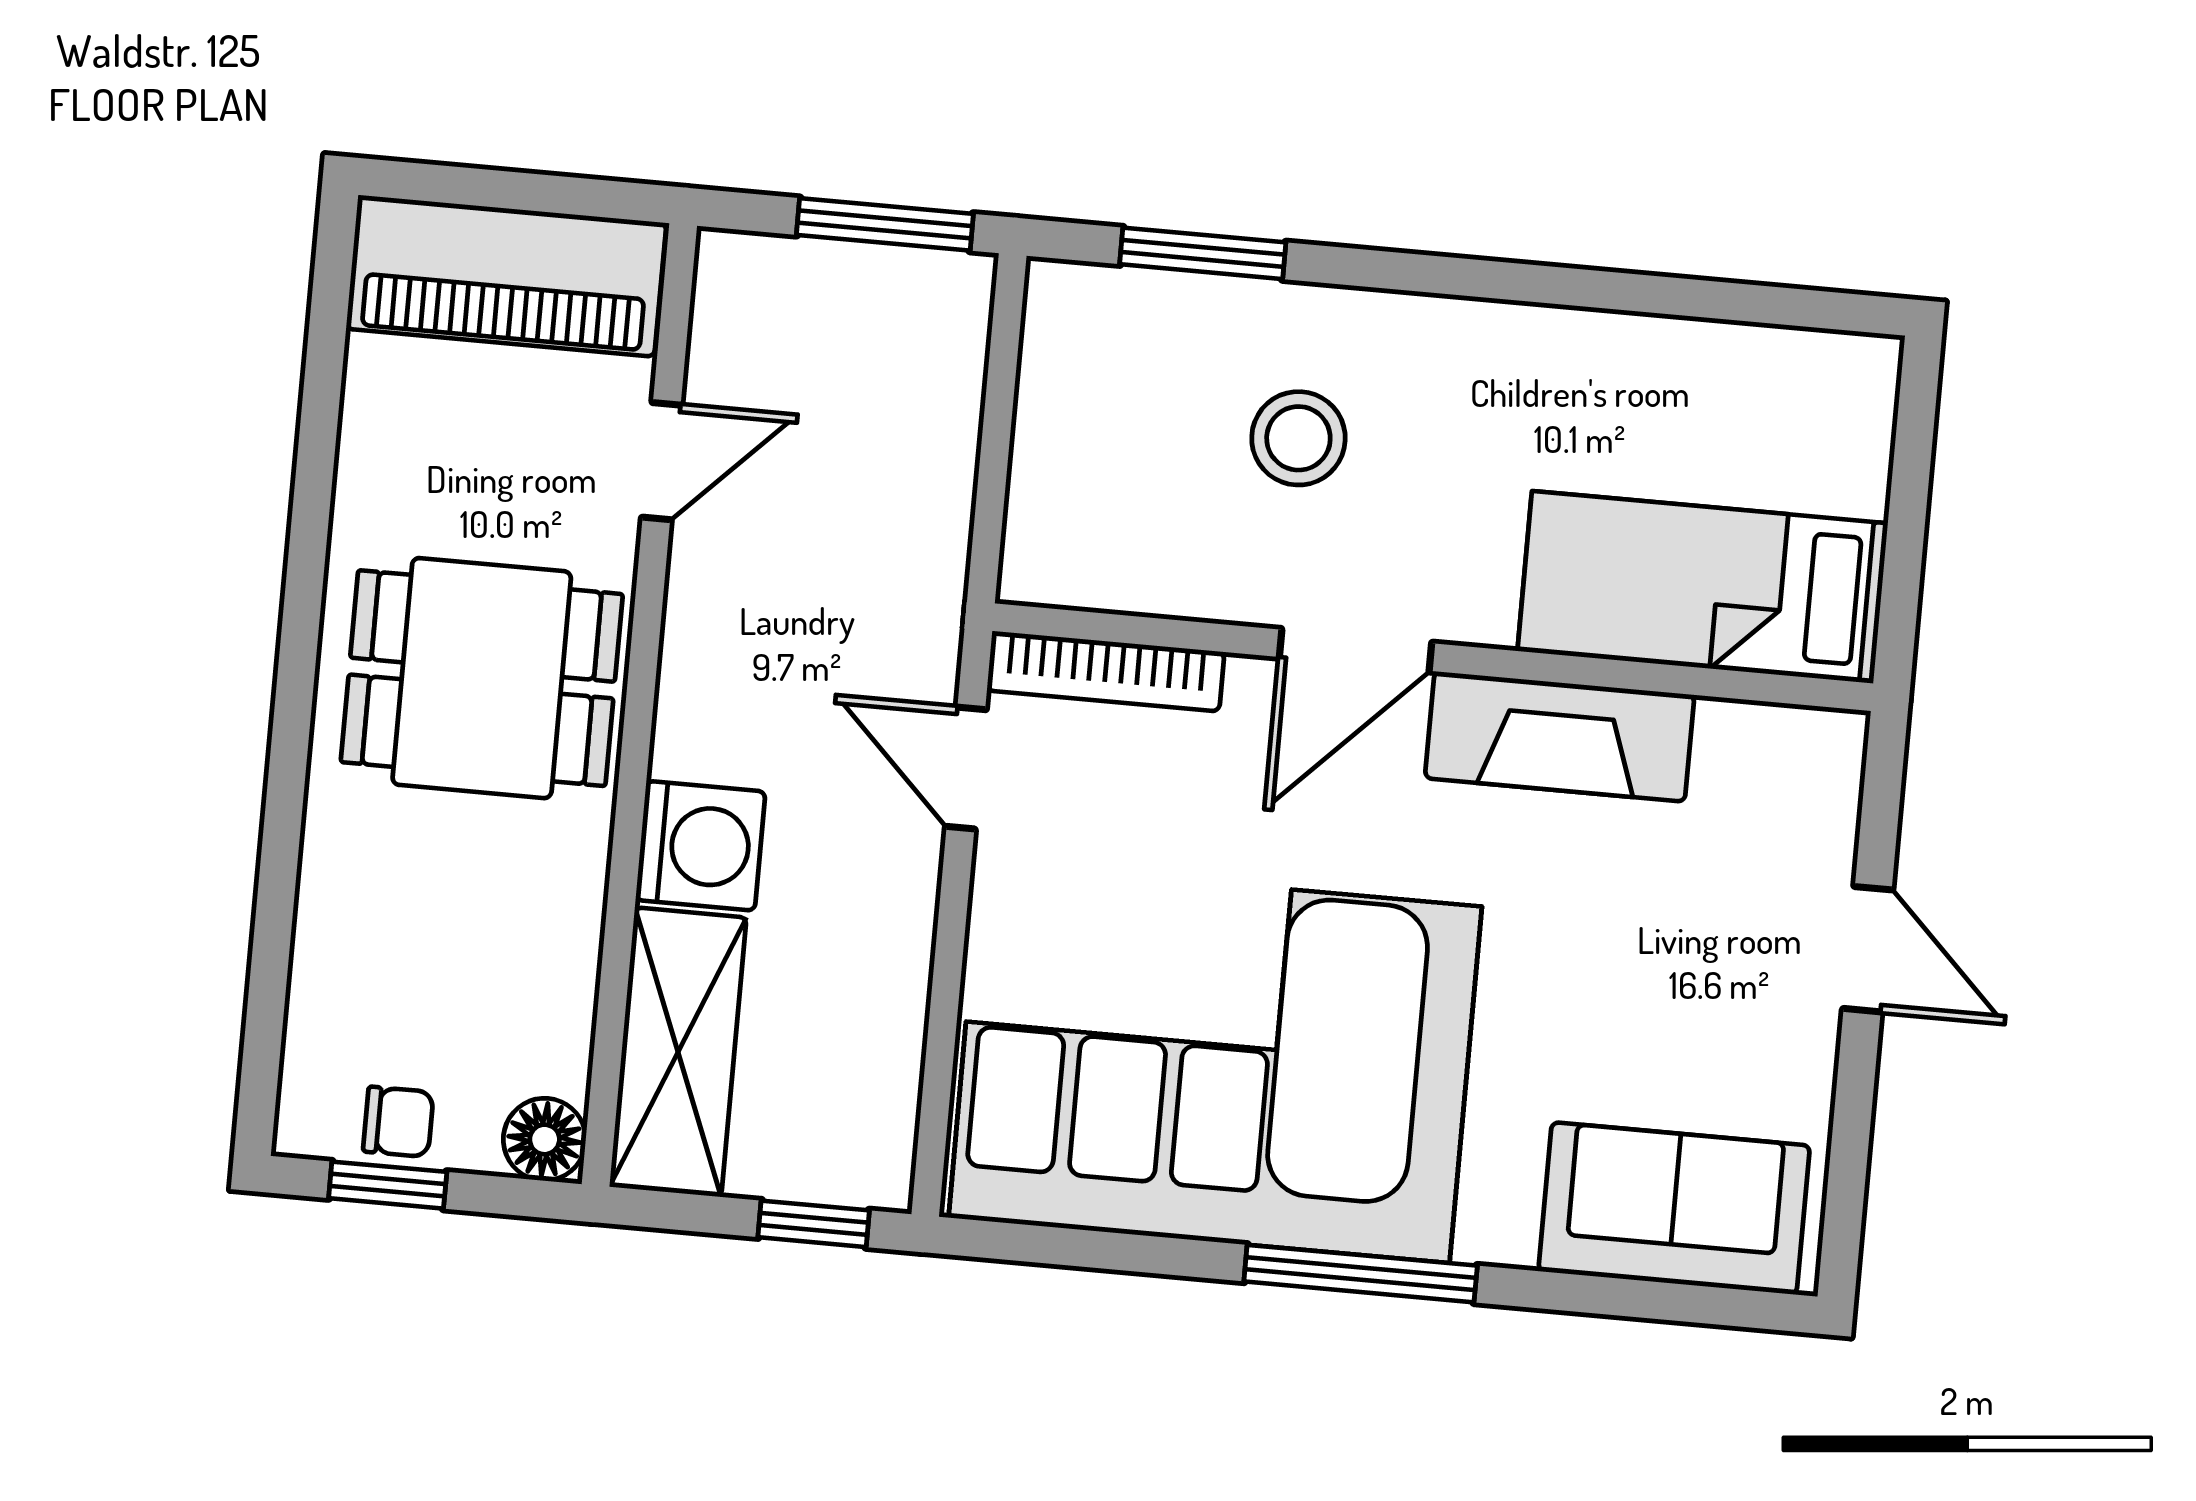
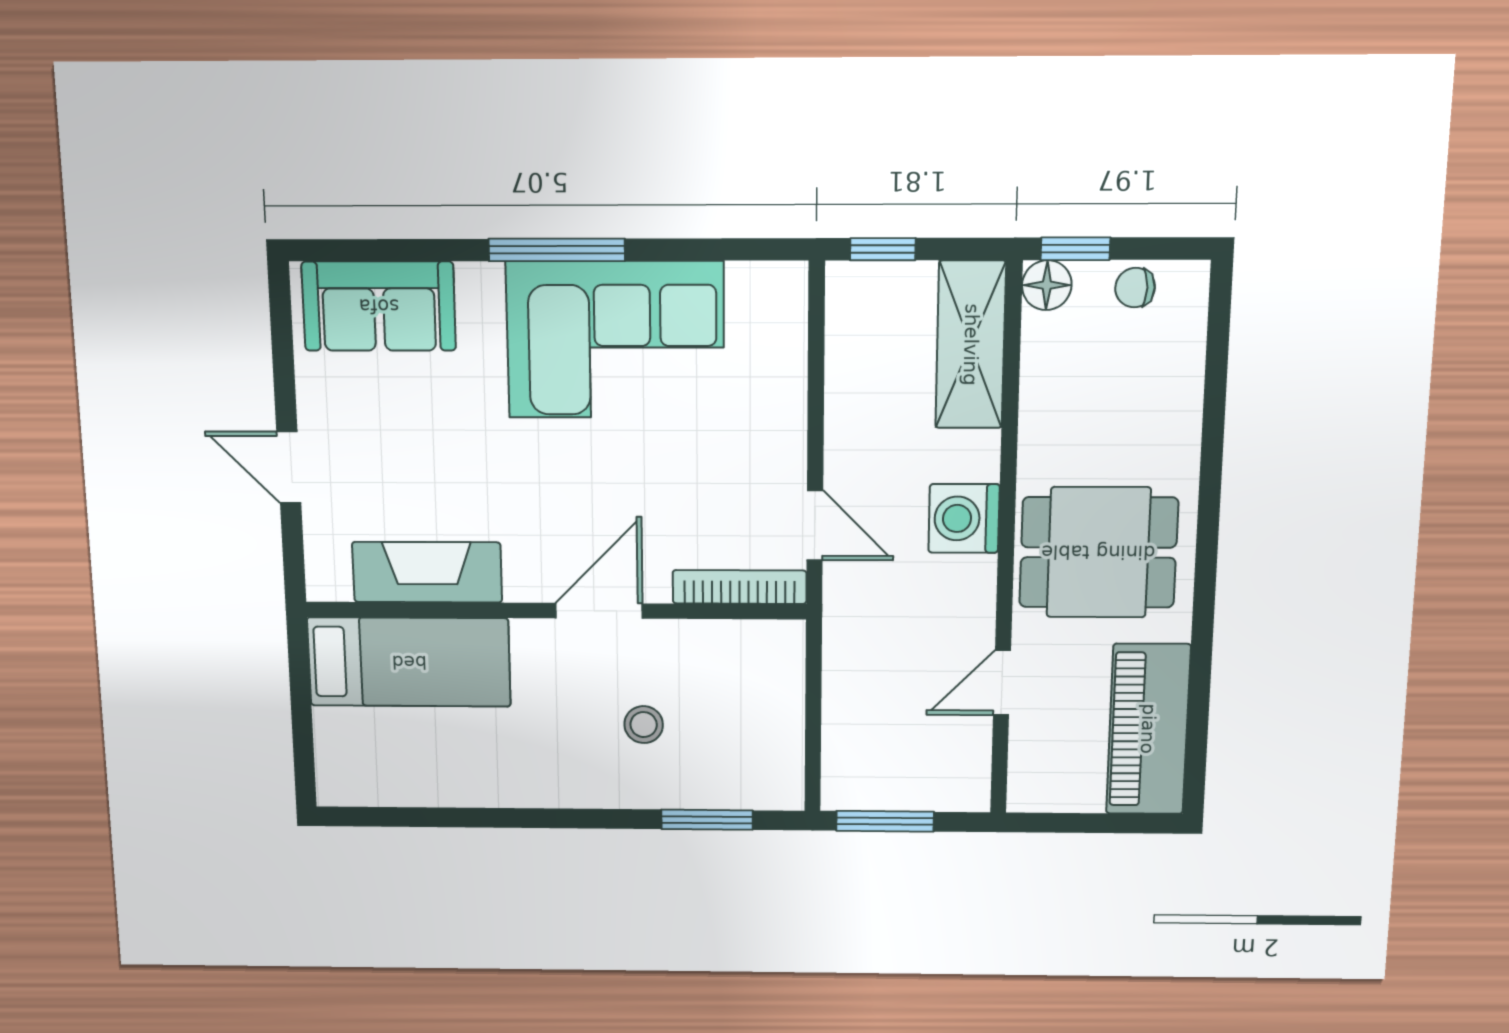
piano: (506, 276) -> (1148, 729), moved, turned -90
stool: (1298, 438) -> (644, 725), width x0.73, depth x0.73
fireplace: (1560, 737) -> (427, 572), moved
washing machine: (701, 846) -> (964, 518), moved
corner sofa: (1215, 1062) -> (615, 340), width x0.73, depth x0.74
window: (388, 1185) -> (1075, 249), moved

